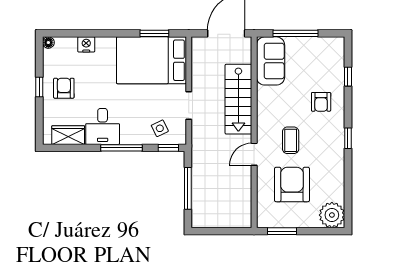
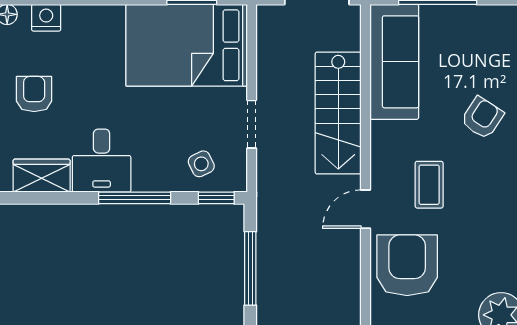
nightstand: (86, 44) -> (46, 18), moved
sofa: (271, 61) -> (394, 62), width x1.36
armchair: (321, 102) -> (482, 118), turned -147
armchair: (292, 184) -> (407, 265), moved

